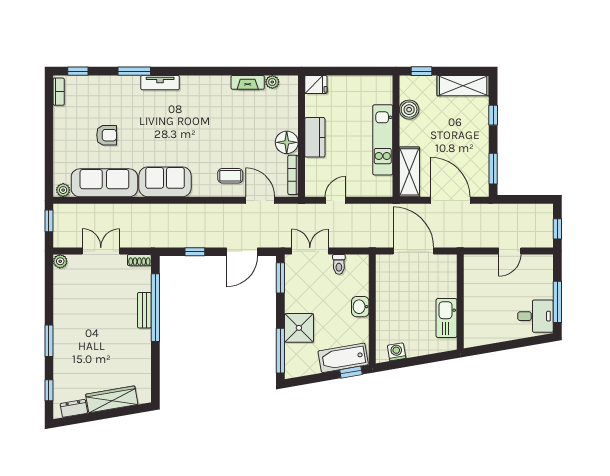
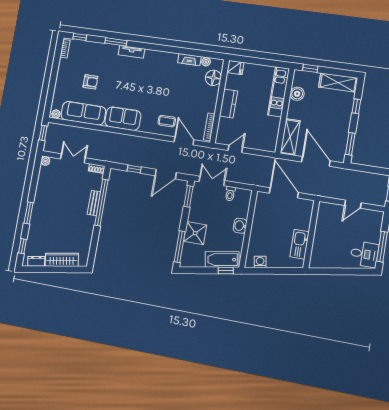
kitchen unit: (383, 140) -> (279, 92), moved
floor lamp: (287, 142) -> (213, 78), moved

